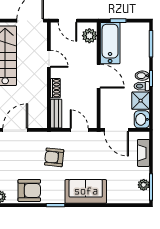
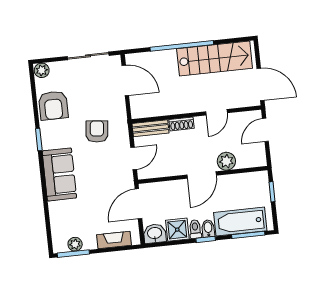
plant: (89, 36) -> (226, 161), moved
bathtub: (110, 43) -> (240, 222), moved, turned 180

